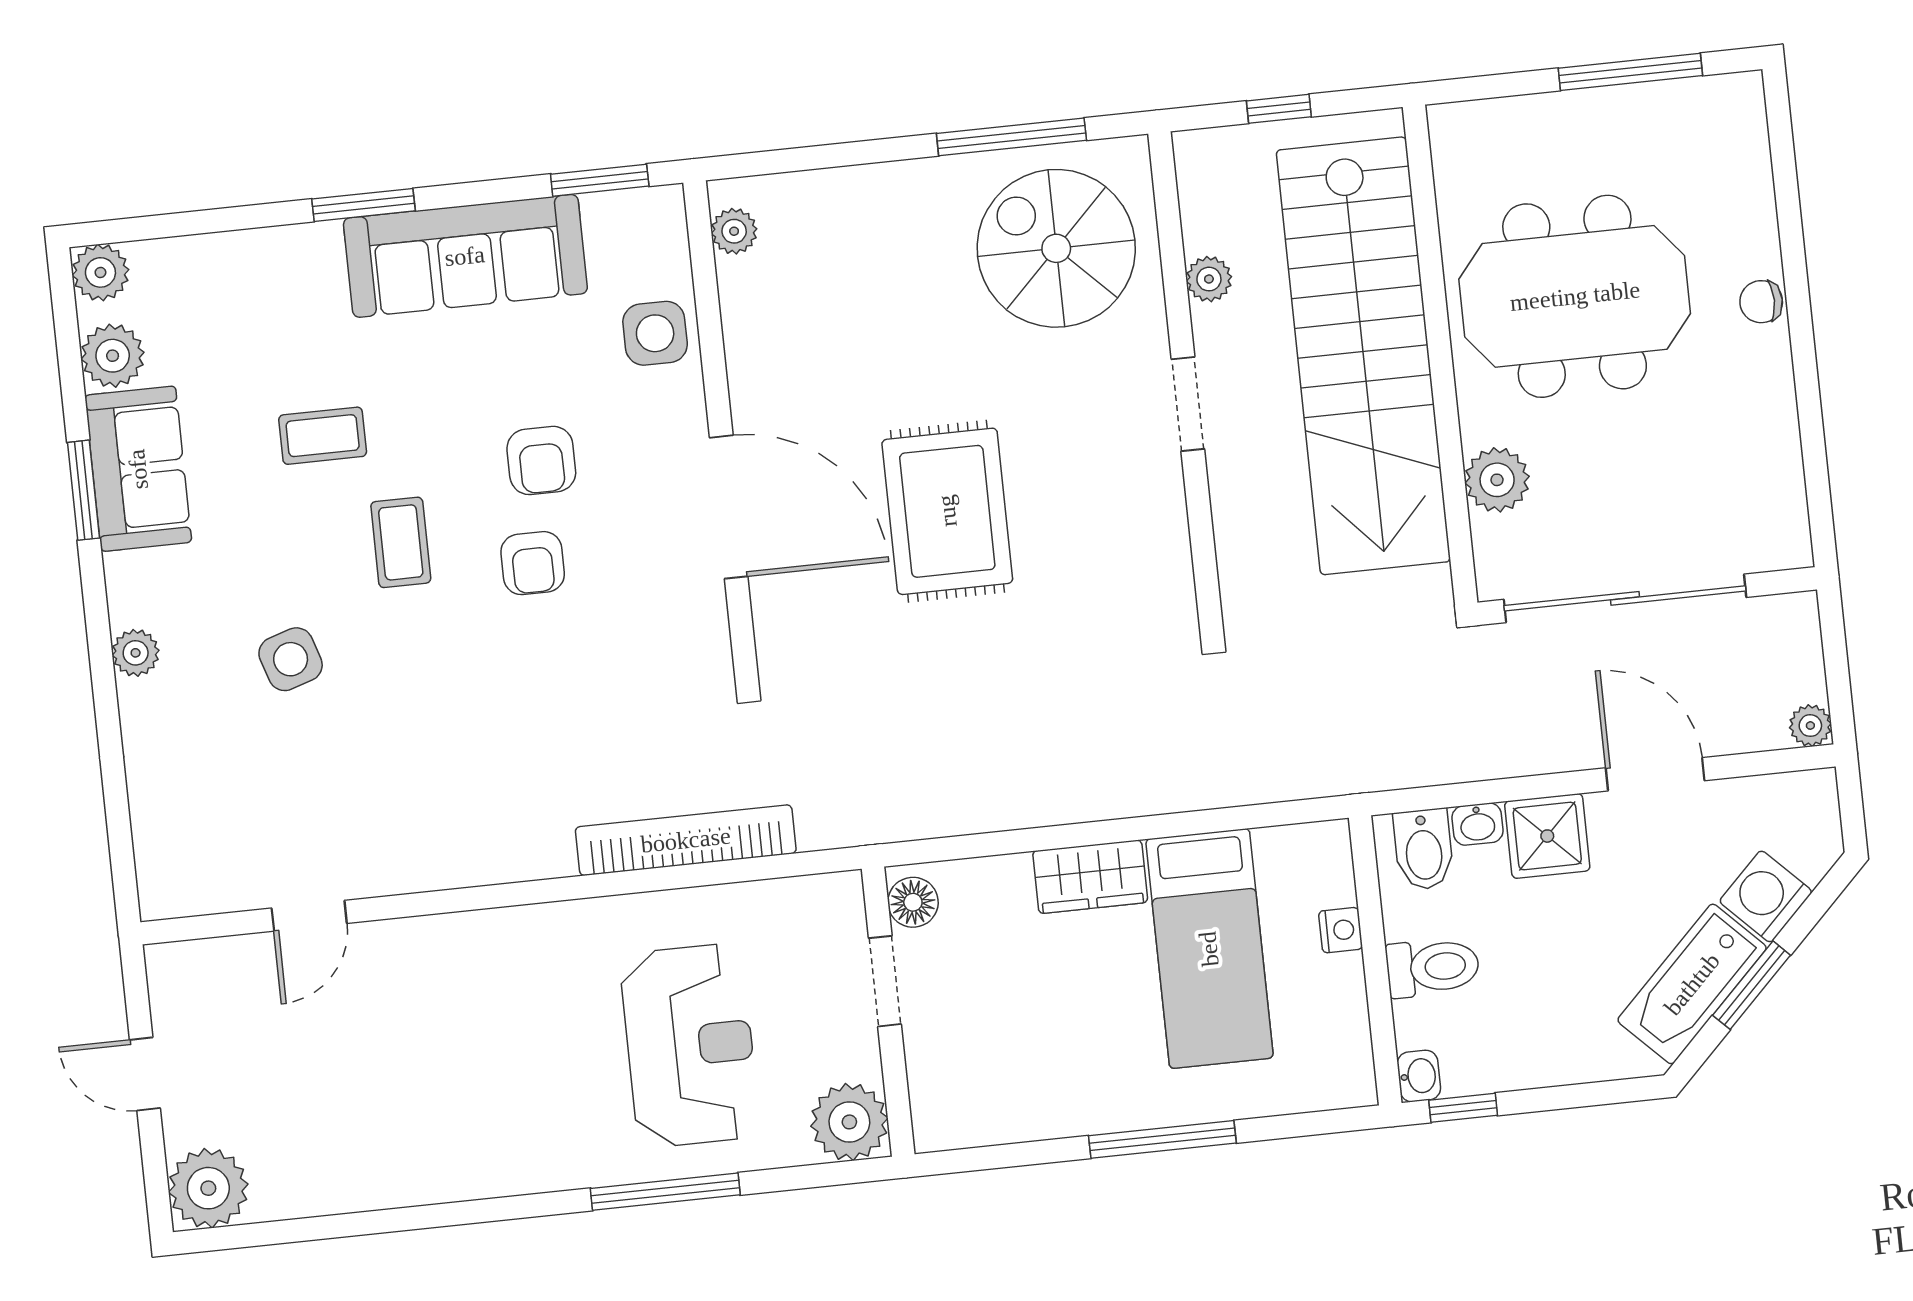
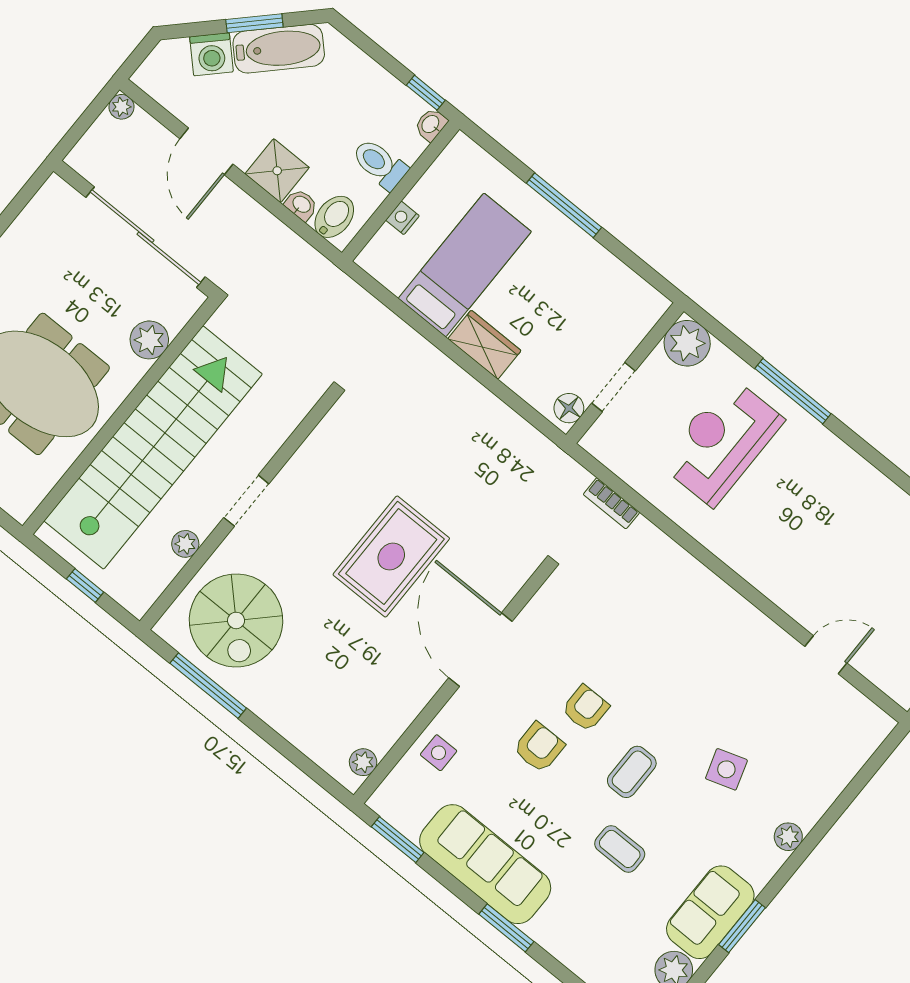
side table: (655, 333) -> (439, 753), width x0.73, depth x0.73
bookcase: (686, 840) -> (611, 503), width x0.43, depth x0.76

